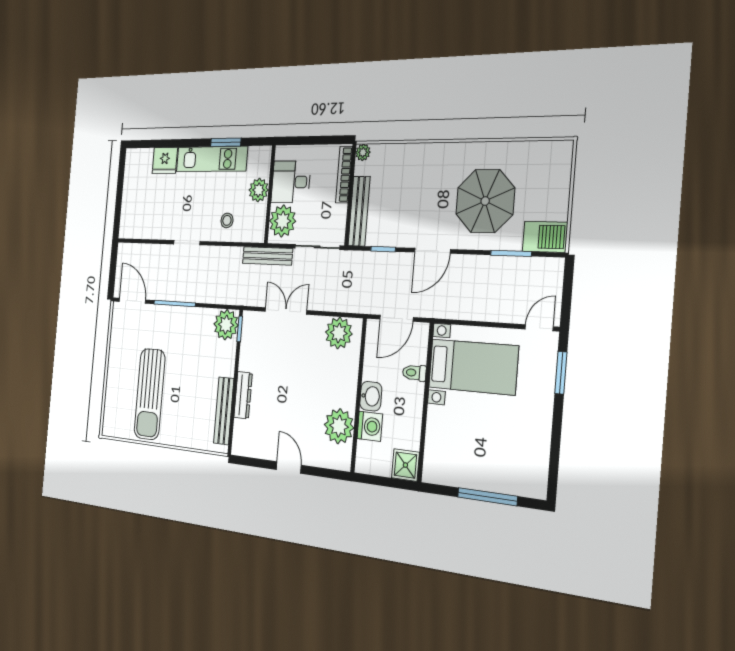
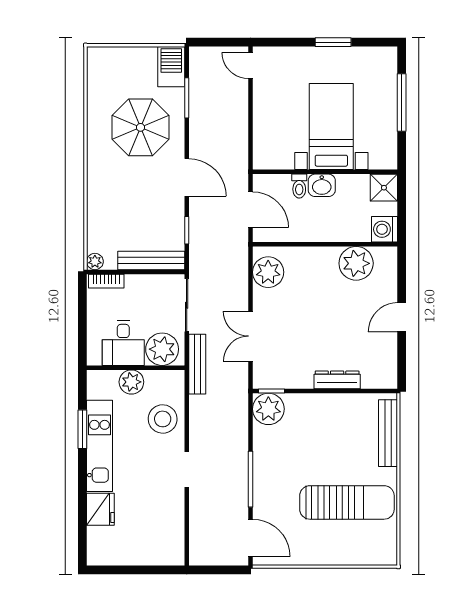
bookcase: (344, 175) -> (106, 281), width x0.64
stool: (227, 220) -> (163, 419), width x1.89, depth x1.89
door: (132, 301) -> (251, 538), swing flipped
bed with nightstands: (473, 367) -> (331, 127), moved
window: (561, 373) -> (333, 42), moved
washbasin: (371, 396) -> (322, 185), moved, turned 180
bench: (224, 411) -> (388, 433), moved, turned 90
washing machine: (370, 426) -> (385, 229), moved, turned -90

